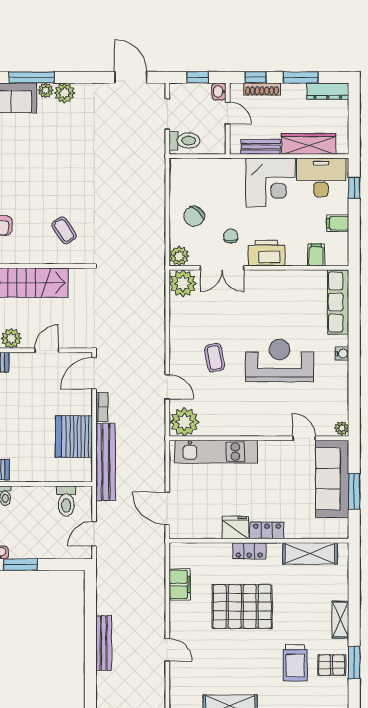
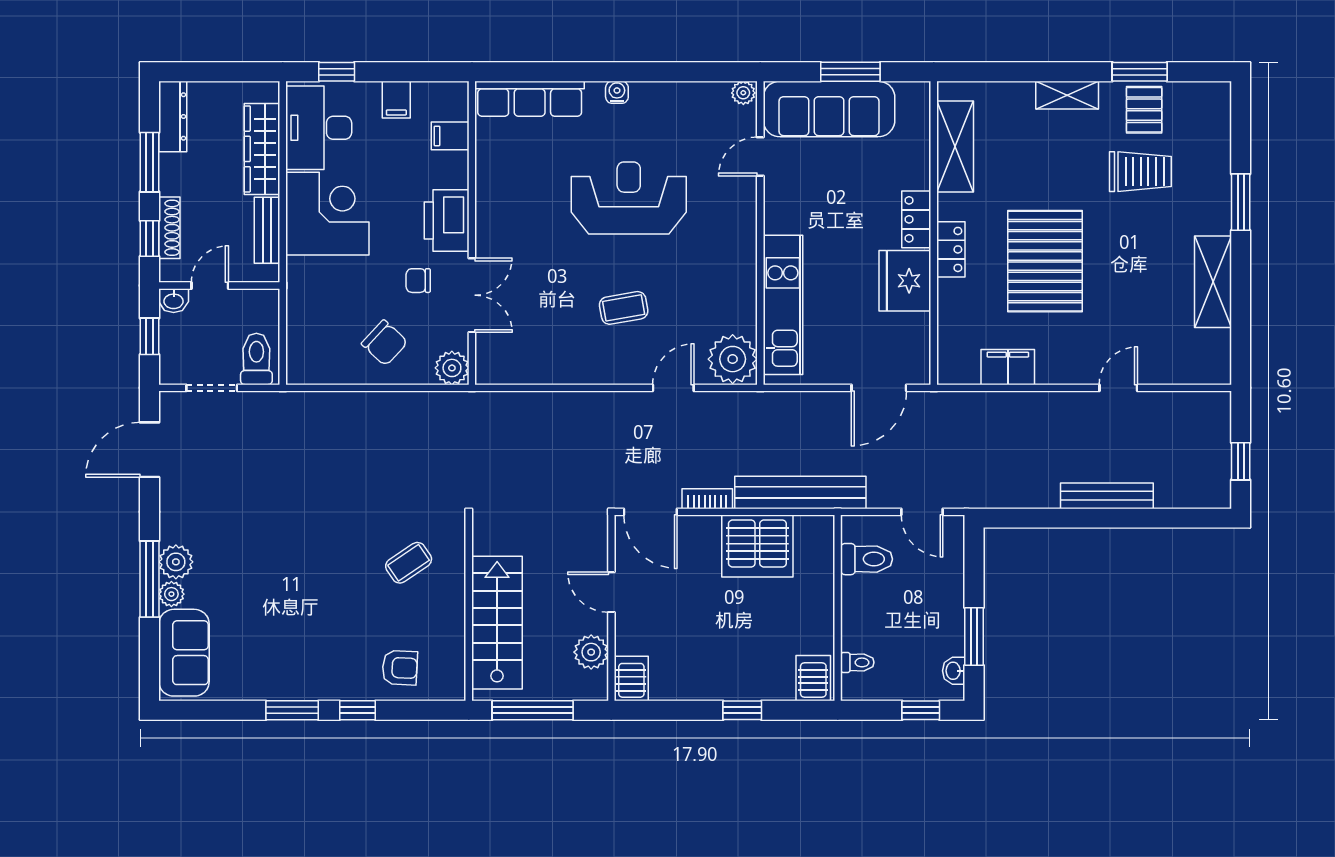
window: (32, 77) -> (150, 579), moved
plant: (183, 283) -> (498, 362), removed
reception desk: (280, 361) -> (629, 198), turned 90
fridge: (235, 528) -> (905, 281), width x1.36, depth x1.34

